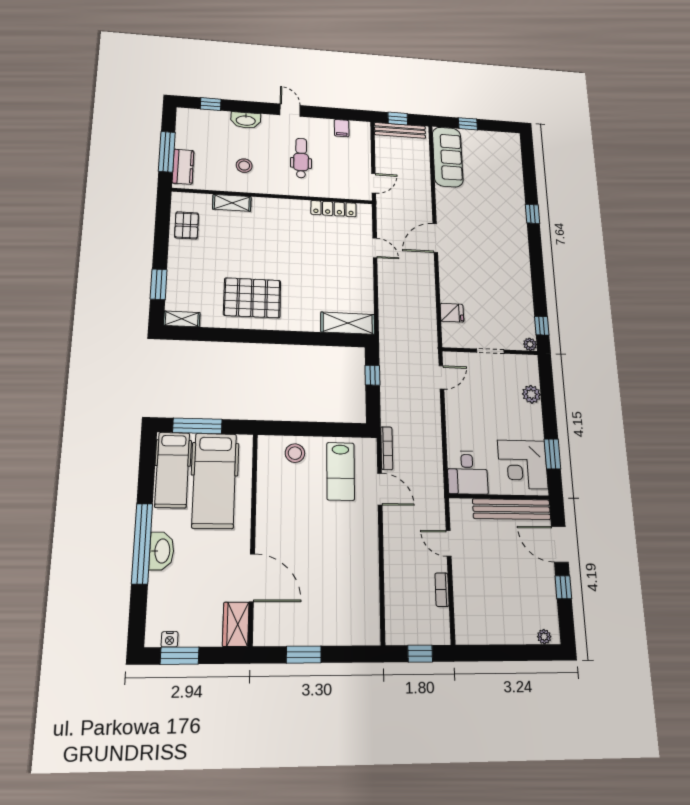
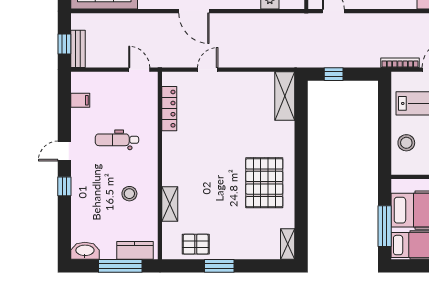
window: (211, 104) -> (64, 186), moved
washbasin: (246, 120) -> (85, 251), moved, turned -90
bench: (400, 130) -> (78, 49), width x0.73
window: (158, 284) -> (219, 266), moved

